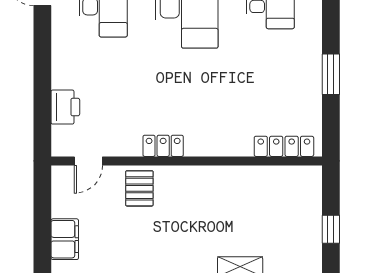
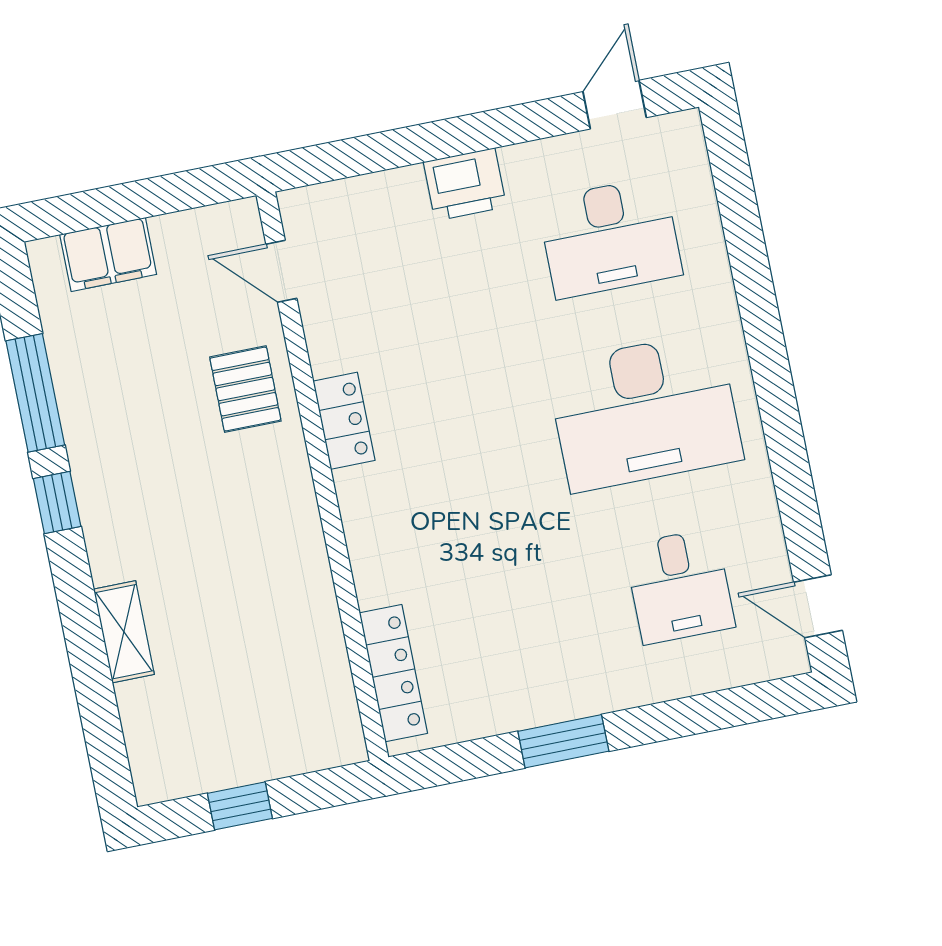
printer: (65, 107) -> (465, 184), moved
pallet: (139, 188) -> (245, 389), turned 90

